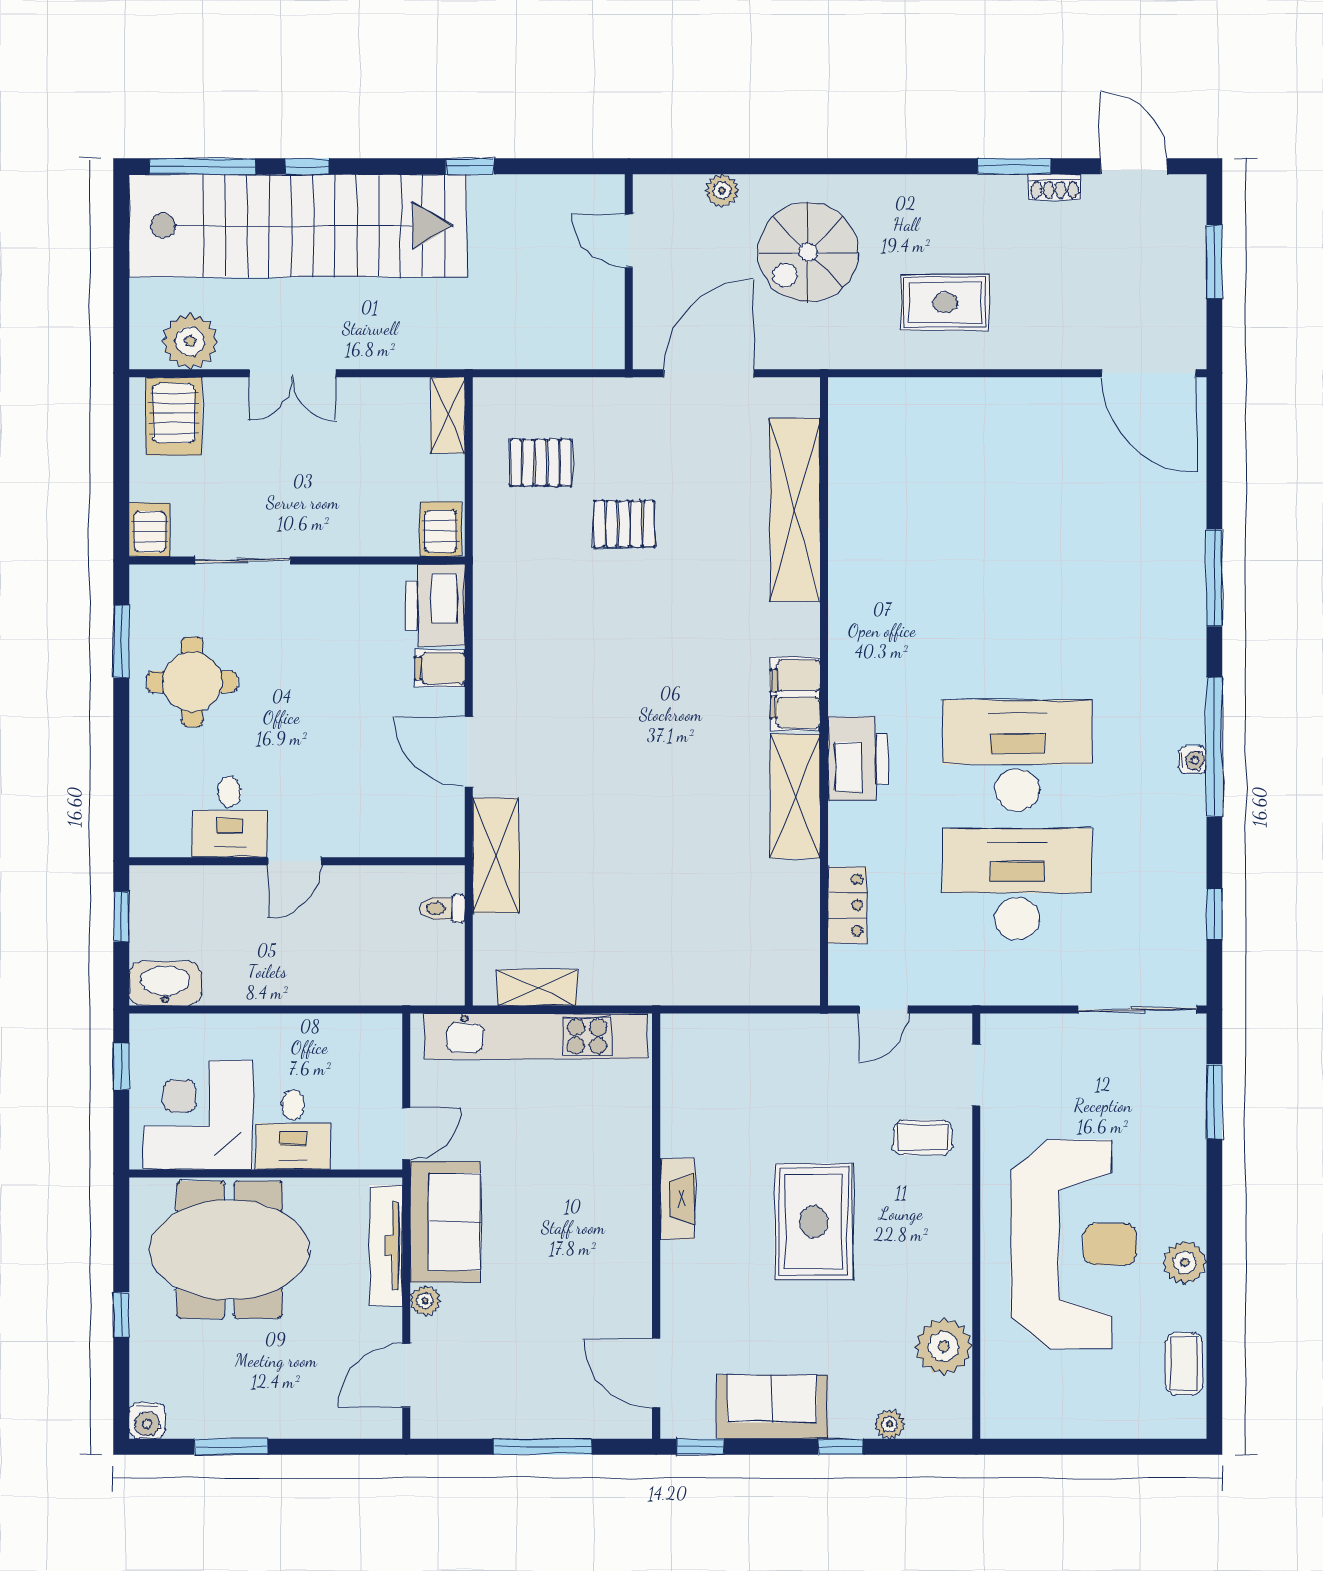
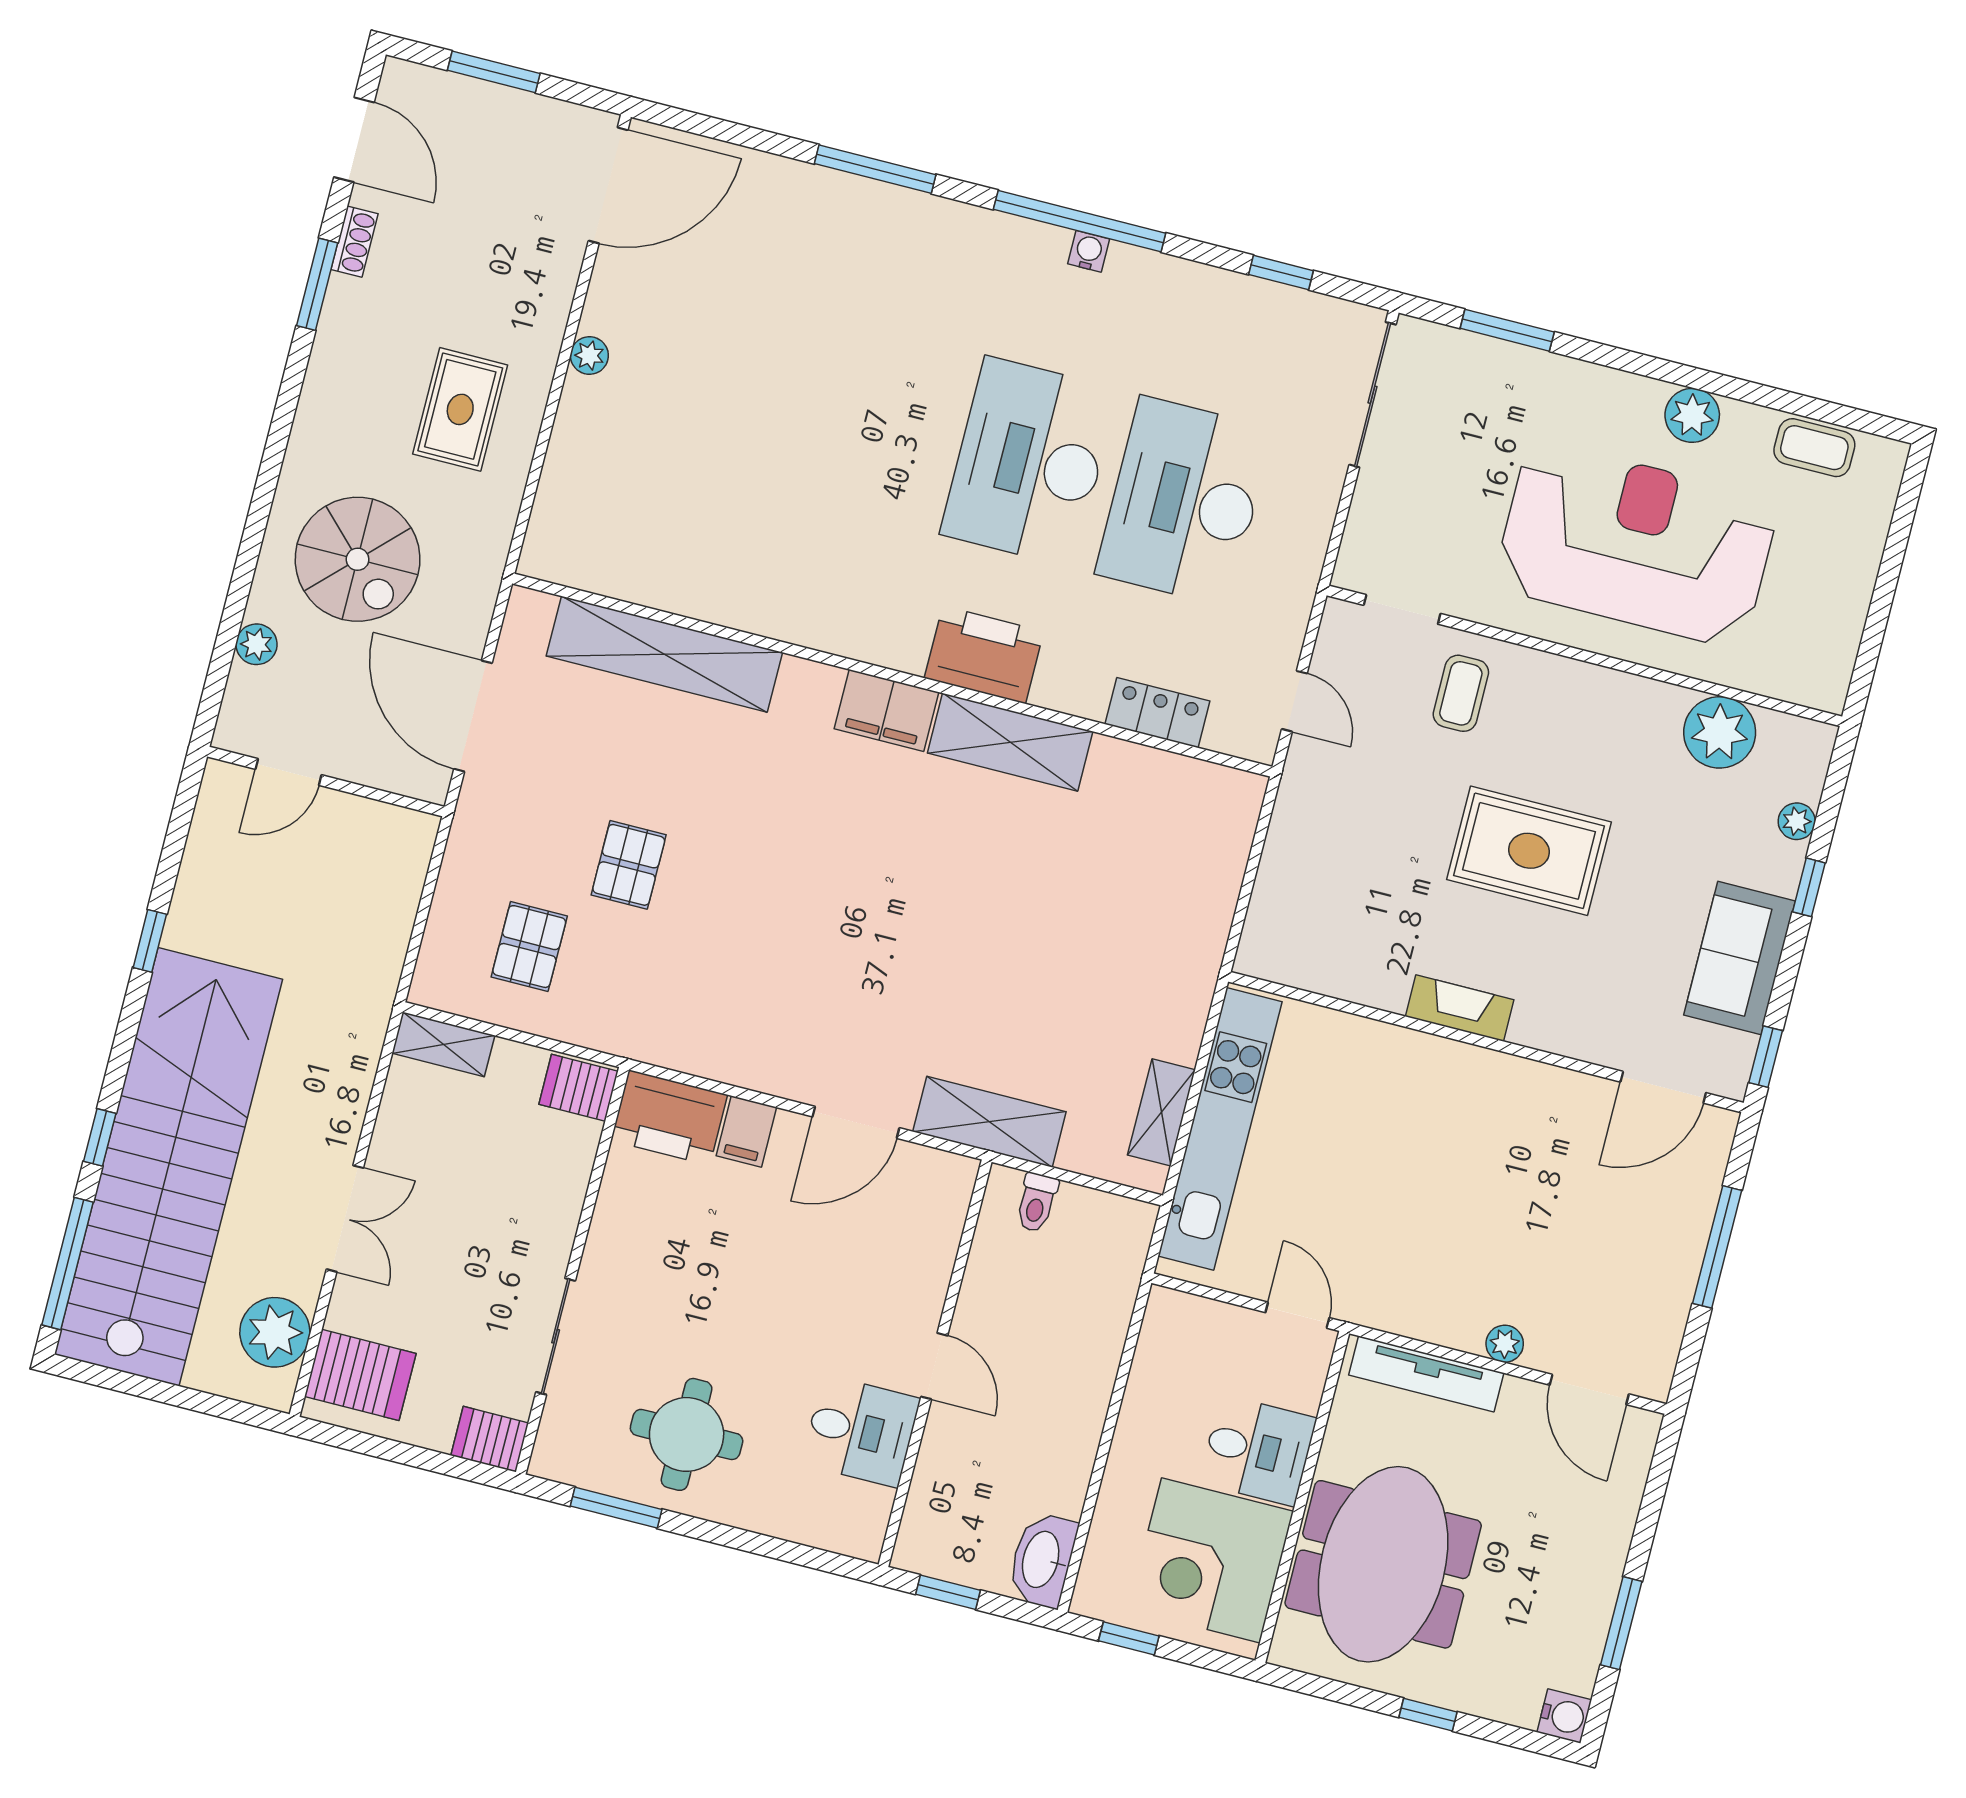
door: (1134, 166) -> (354, 140), swing flipped
plant: (1013, 392) -> (589, 356), added
sofa: (445, 1222) -> (1416, 1295), removed

